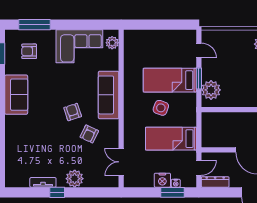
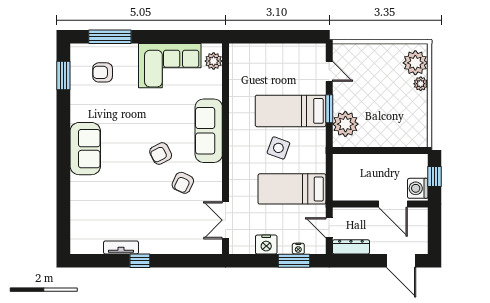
sofa: (16, 95) -> (85, 149), moved
armchair: (73, 112) -> (161, 154), turned -99
door: (199, 168) -> (329, 228), swing flipped
plant: (75, 179) -> (163, 242), removed
nightstand: (162, 180) -> (266, 245), moved

